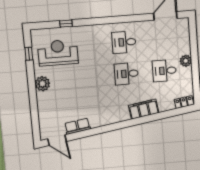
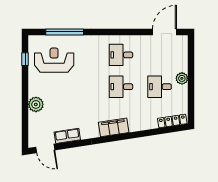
window: (66, 24) -> (65, 32), width x3.17
plant: (42, 84) -> (36, 104), moved
locker: (184, 102) -> (172, 121), width x1.53
filing cabinet: (144, 109) -> (114, 127), moved

